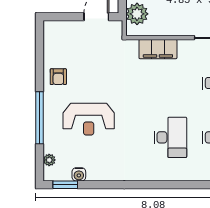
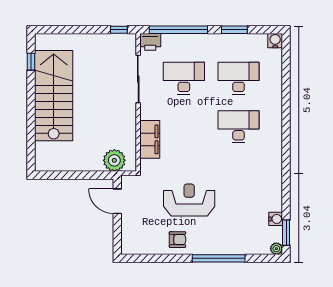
reception desk: (89, 119) -> (189, 200), moved, turned -90
plant: (49, 160) -> (276, 249), moved

